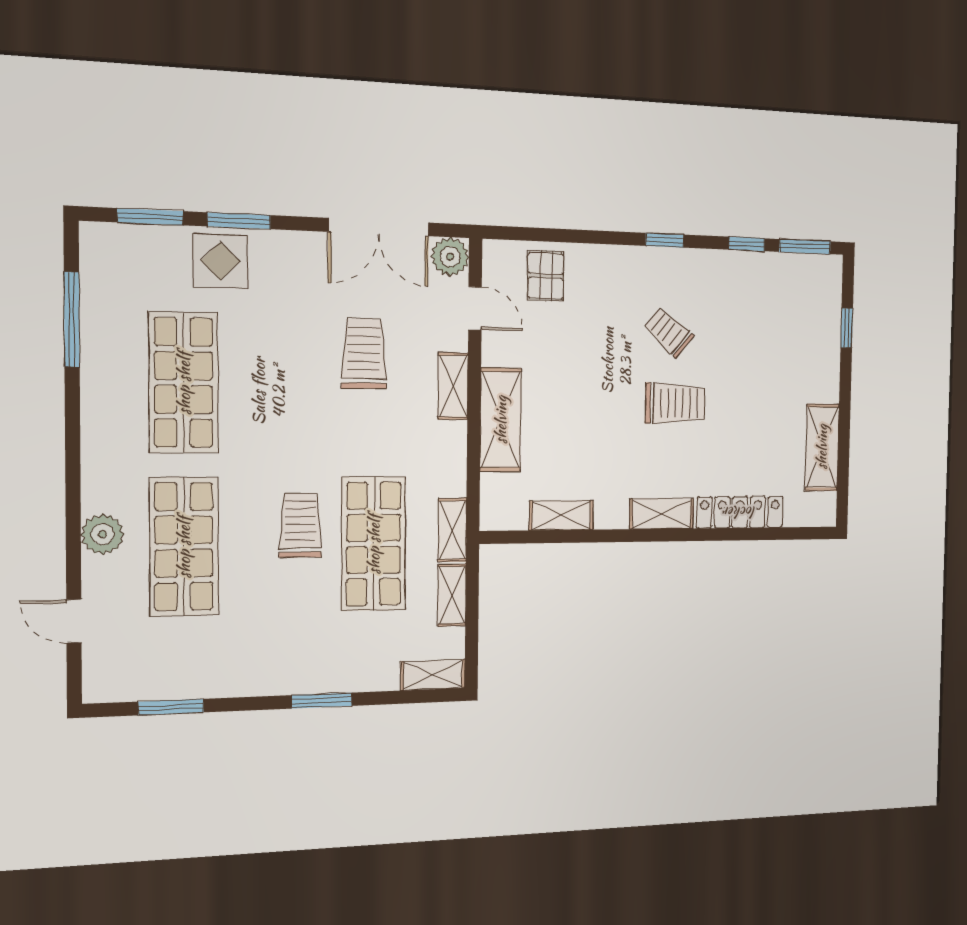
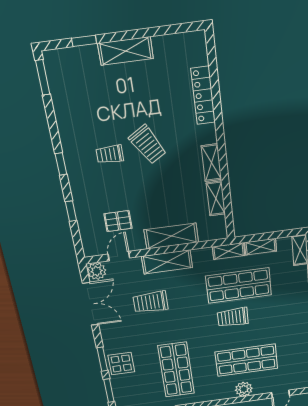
window: (747, 244) -> (71, 211), moved
pallet: (546, 276) -> (118, 221), moved
trolley: (669, 332) -> (110, 154), turned 50
shop shelf: (184, 383) -> (176, 370), turned 90
shelving: (453, 386) -> (167, 262), width x1.50, depth x1.33
trolley: (675, 403) -> (148, 145), turned 149
shelving: (822, 447) -> (125, 51), moved
shelving: (662, 514) -> (211, 163), moved

